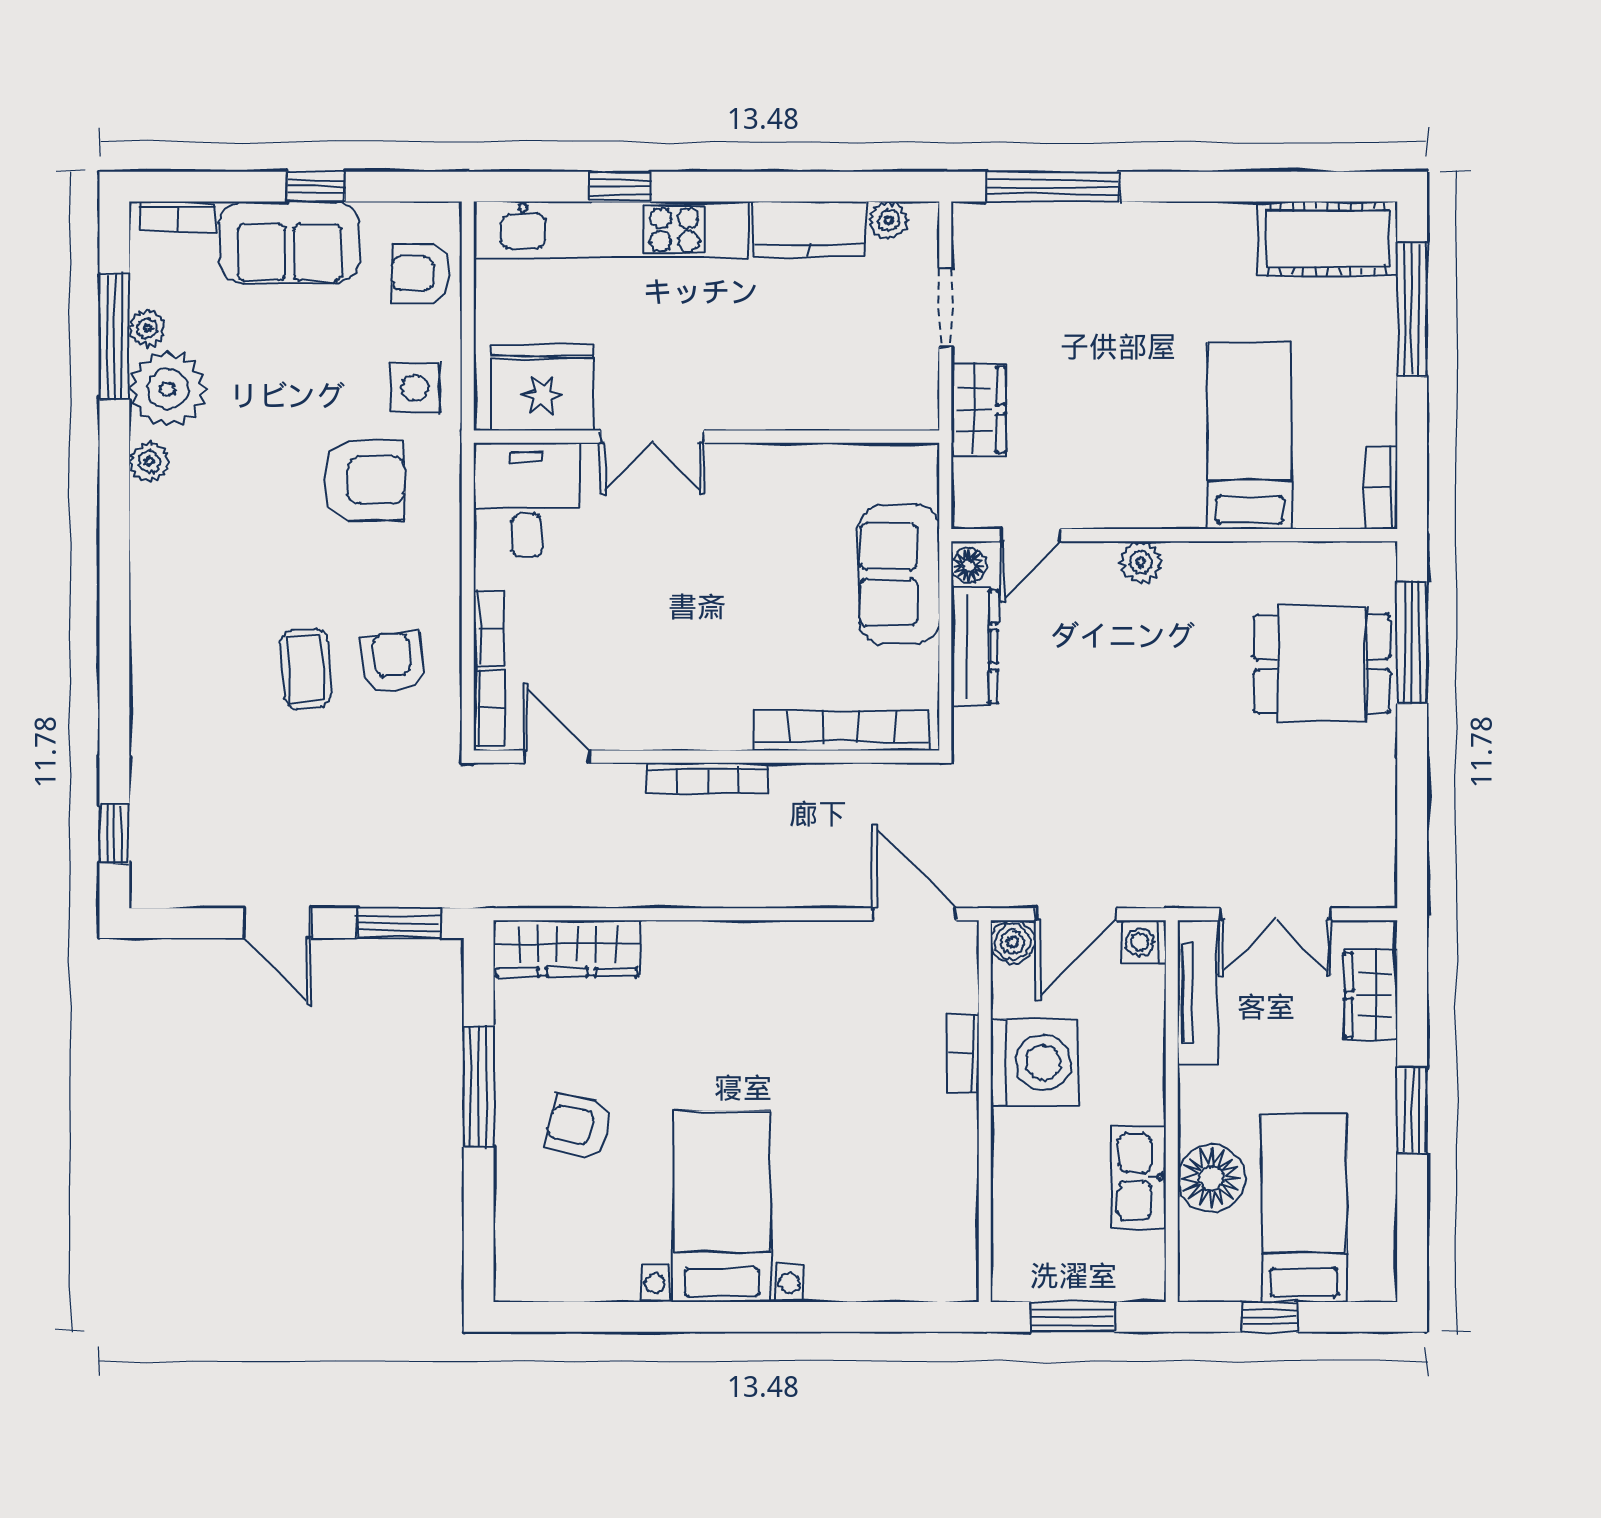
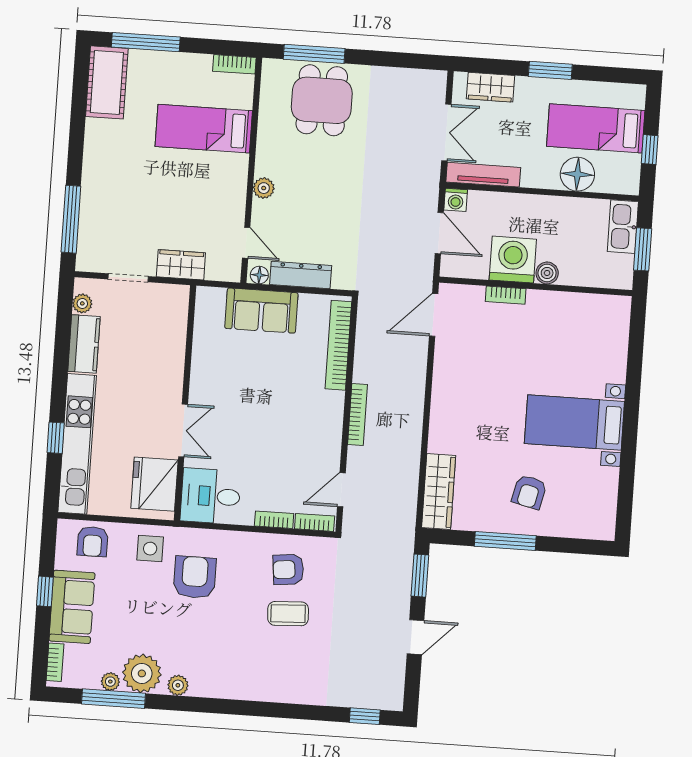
boiler: (1012, 942) -> (547, 273), moved
kitchen sink: (1139, 1177) -> (623, 227), moved, turned 90

